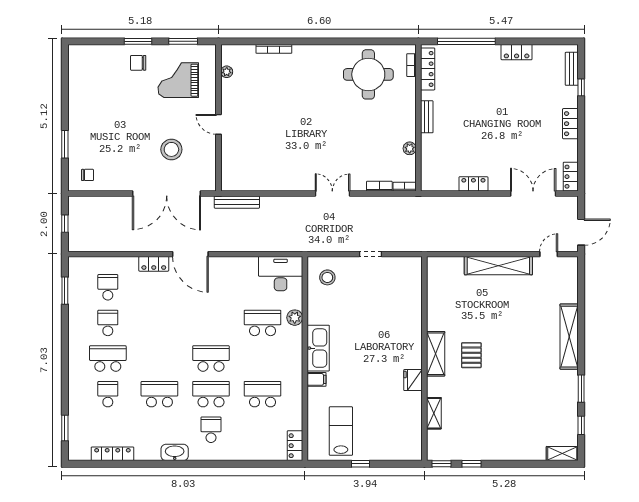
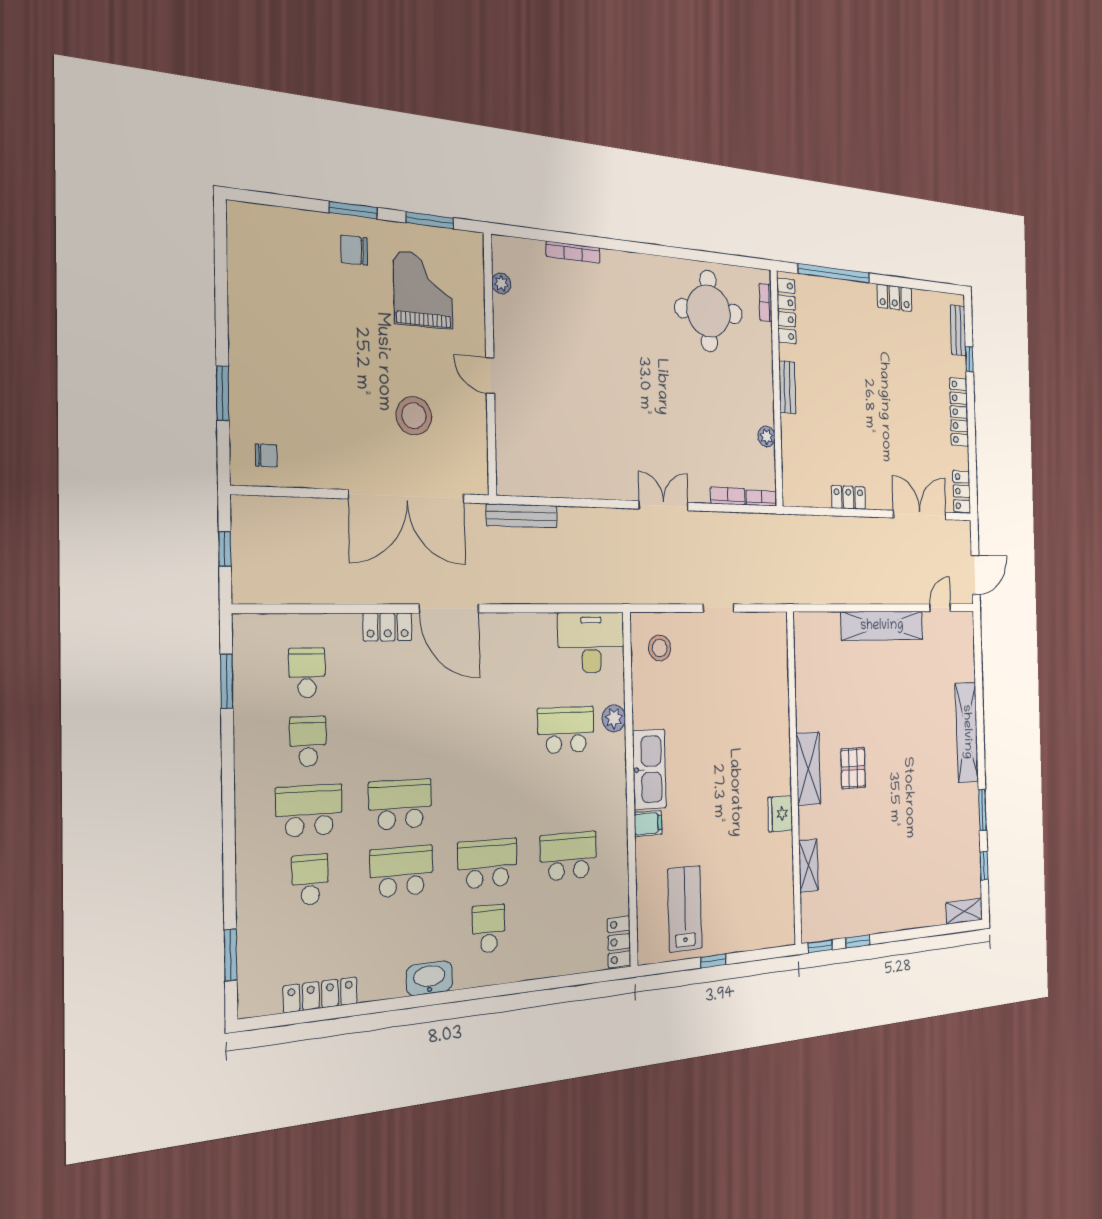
grand piano: (178, 80) -> (423, 290), turned 90
locker: (570, 124) -> (959, 412), width x1.53
school desk: (211, 359) -> (400, 804), moved

